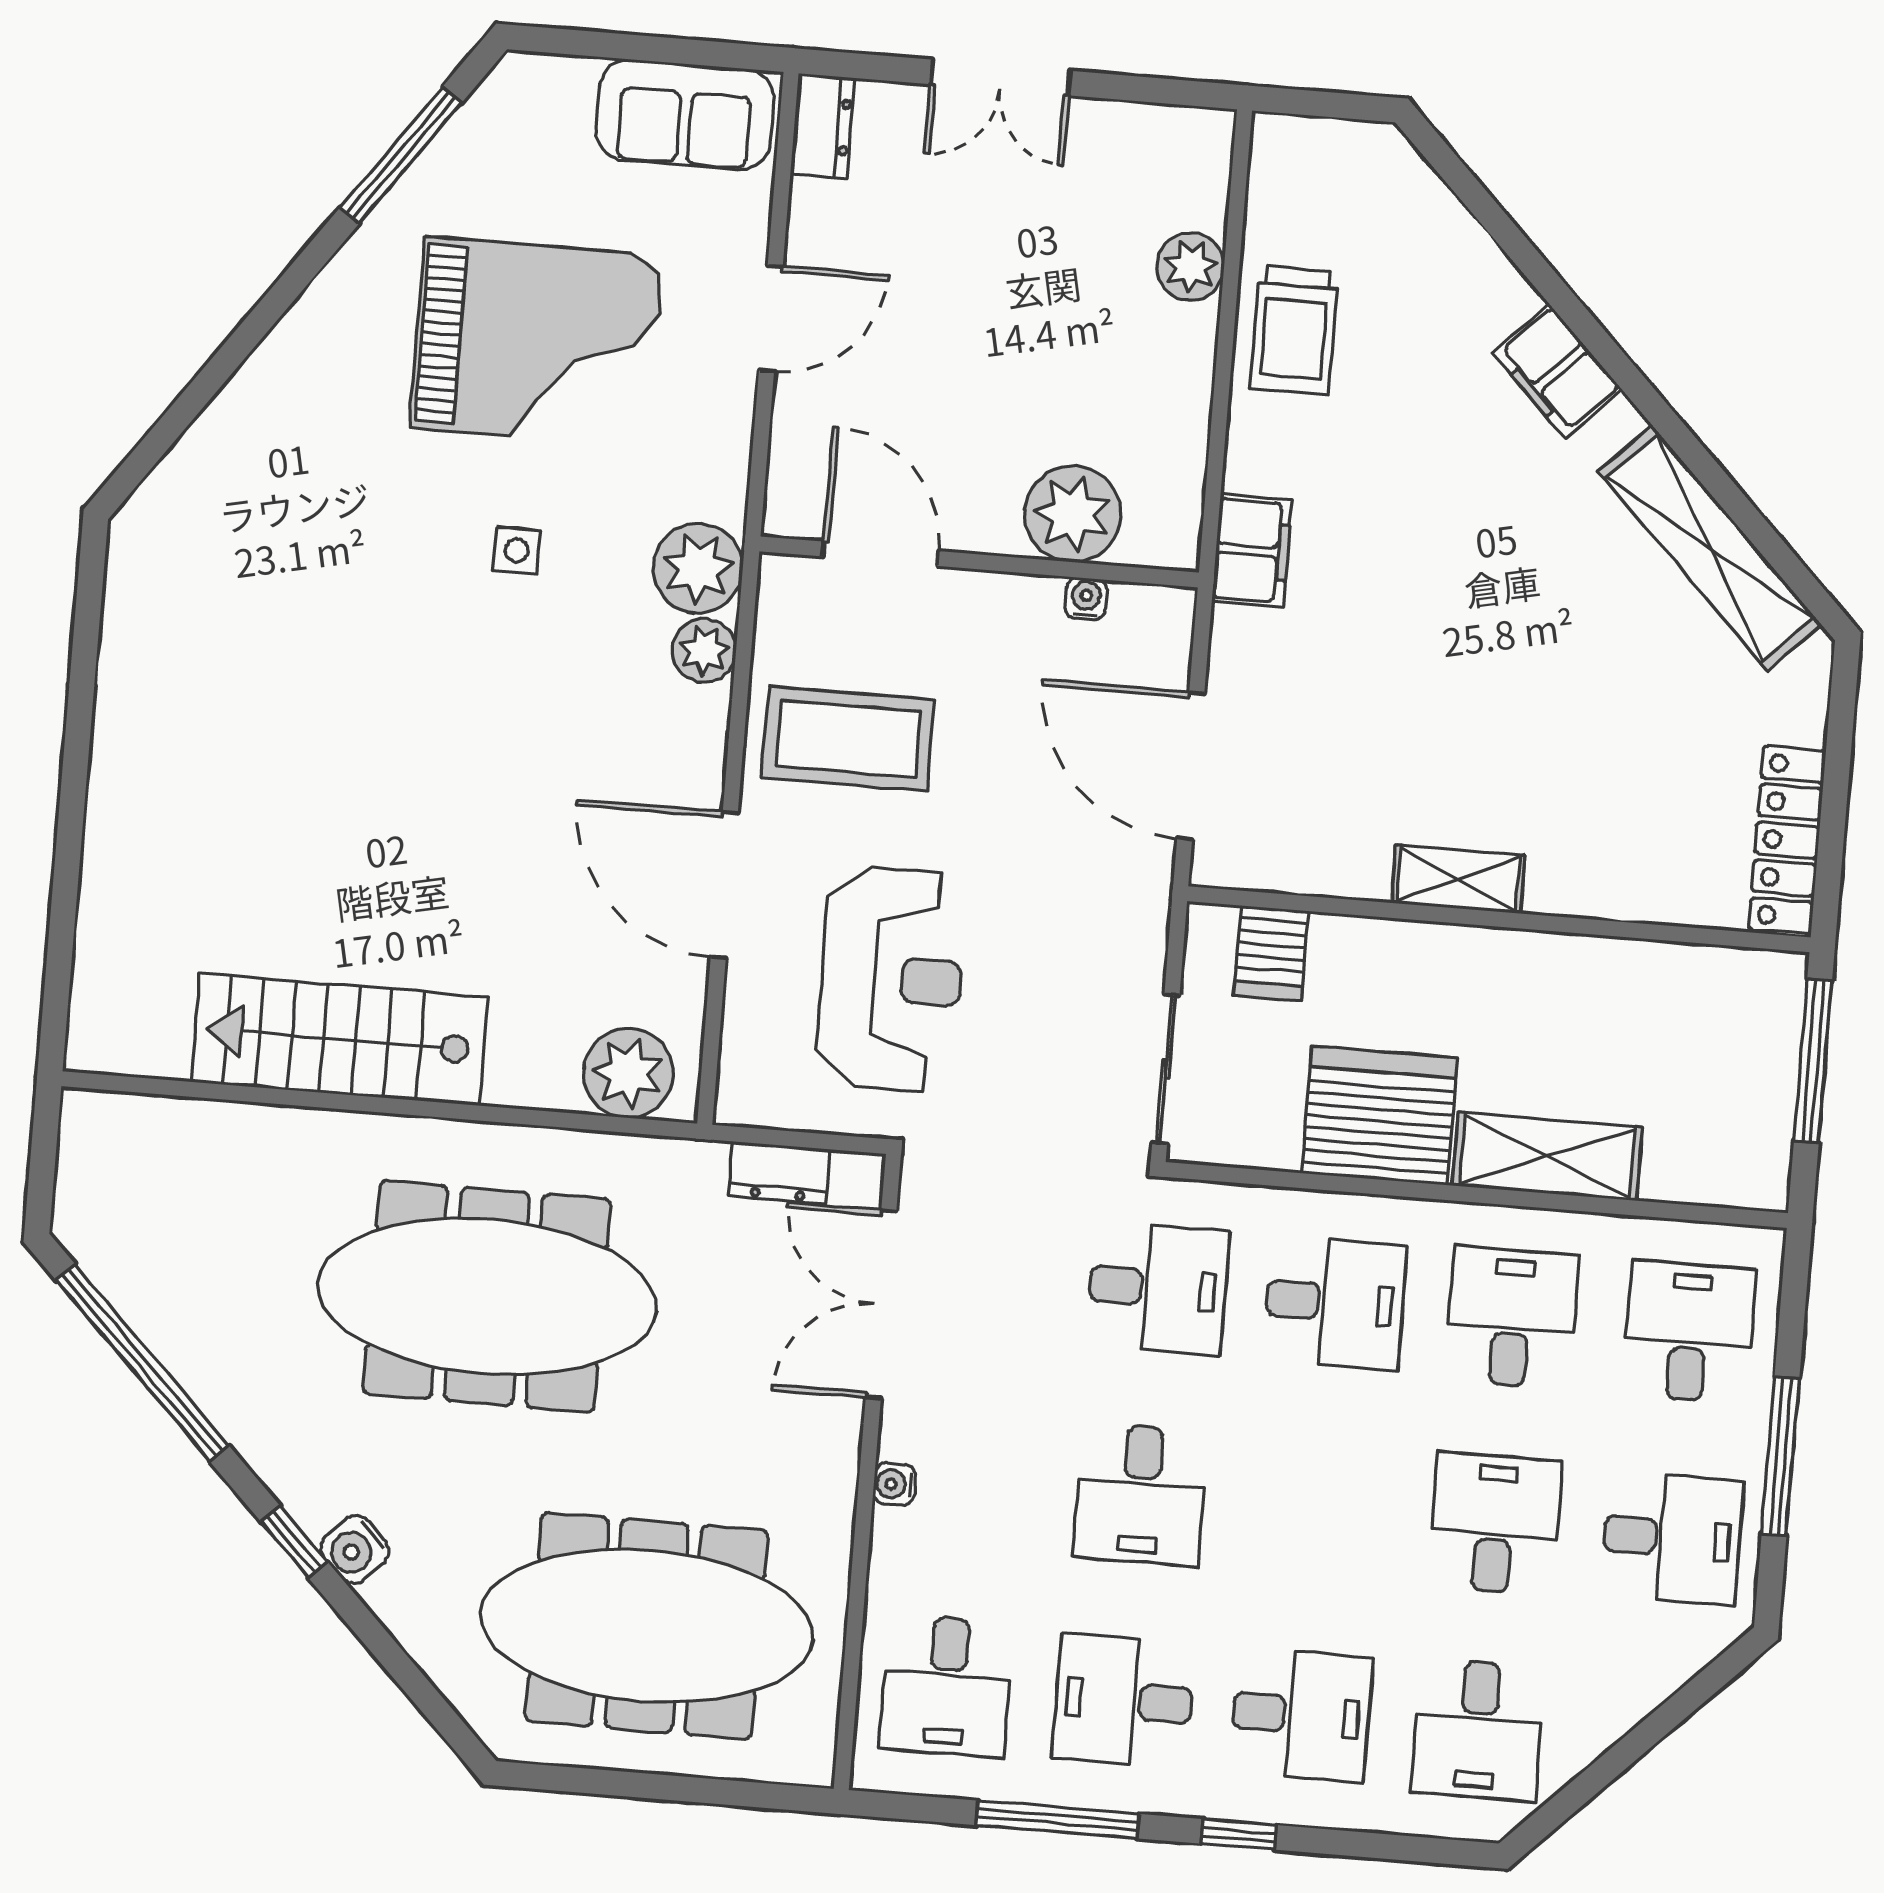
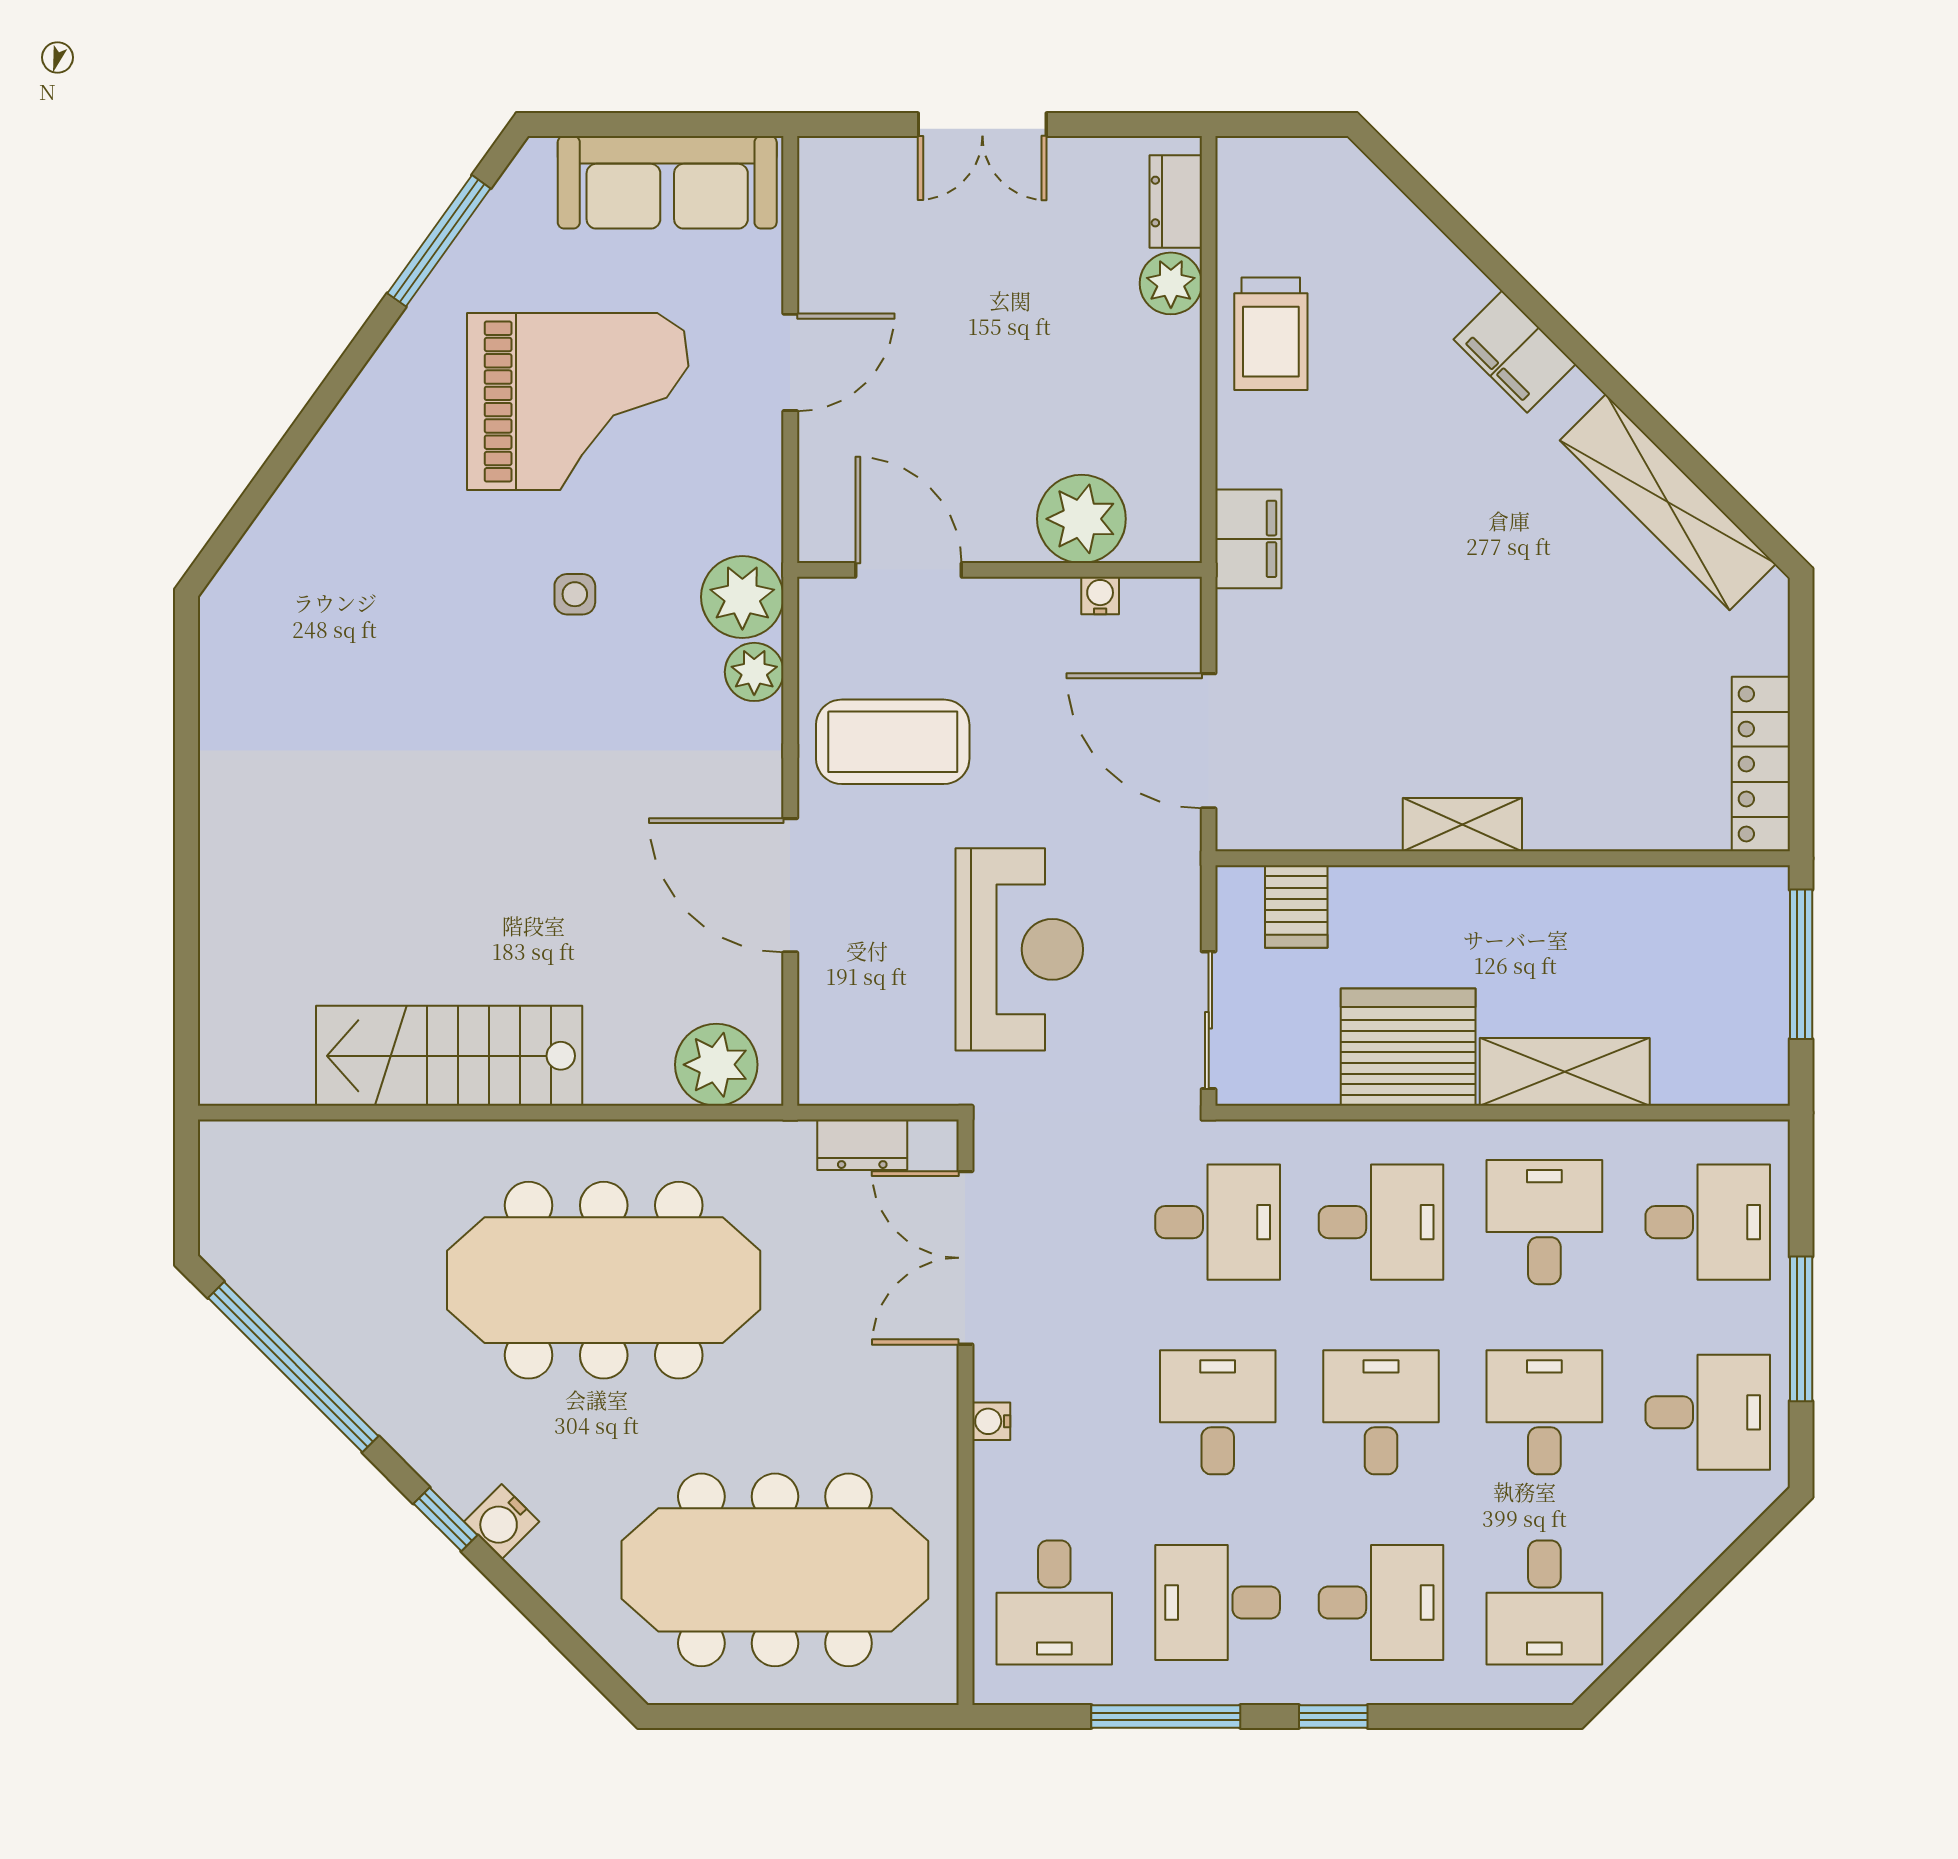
sofa: (685, 115) -> (667, 182), width x1.36
dresser: (823, 126) -> (1176, 202), moved, turned 180
reception desk: (891, 979) -> (1019, 949), moved
desk: (1689, 1332) -> (1708, 1222), turned 90
desk: (1141, 1494) -> (1218, 1412), turned 180
desk: (1318, 1509) -> (1381, 1412), added

